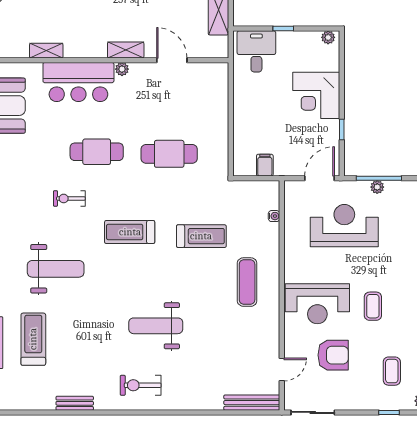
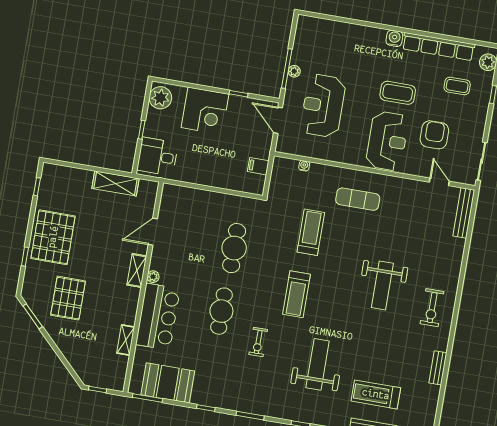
plant: (328, 37) -> (160, 98), width x1.88, depth x1.88
coffee table: (373, 306) -> (398, 93), width x1.36, depth x1.30

